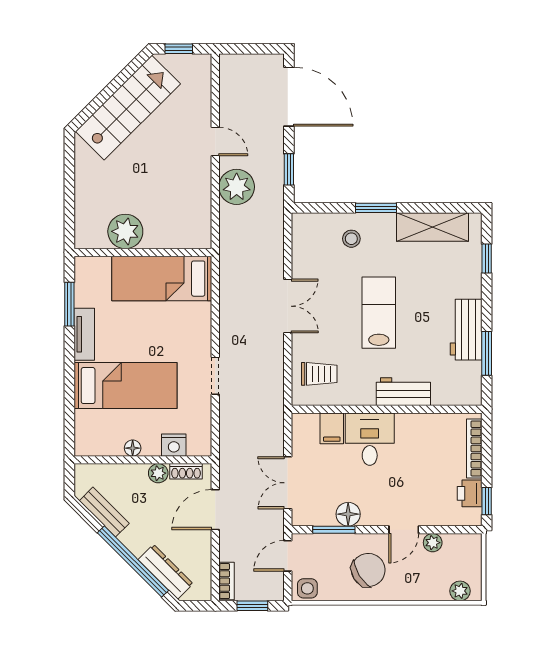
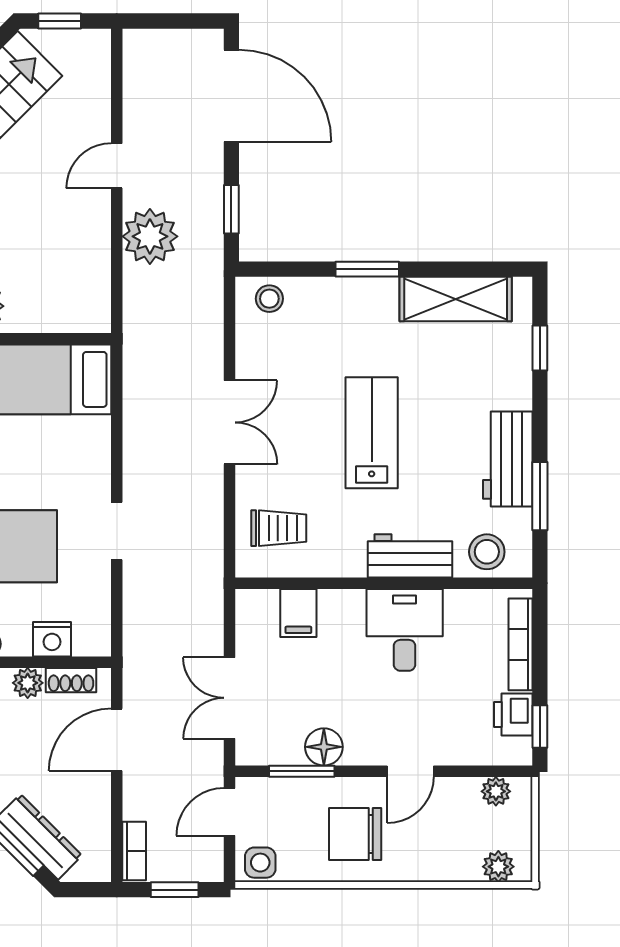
door: (215, 142) -> (117, 166), swing flipped
stool: (351, 239) -> (269, 299), moved
stool: (453, 389) -> (487, 552), added
desk: (370, 439) -> (405, 630), moved
plant: (433, 543) -> (496, 791), moved
chair: (368, 570) -> (355, 834), turned -148

